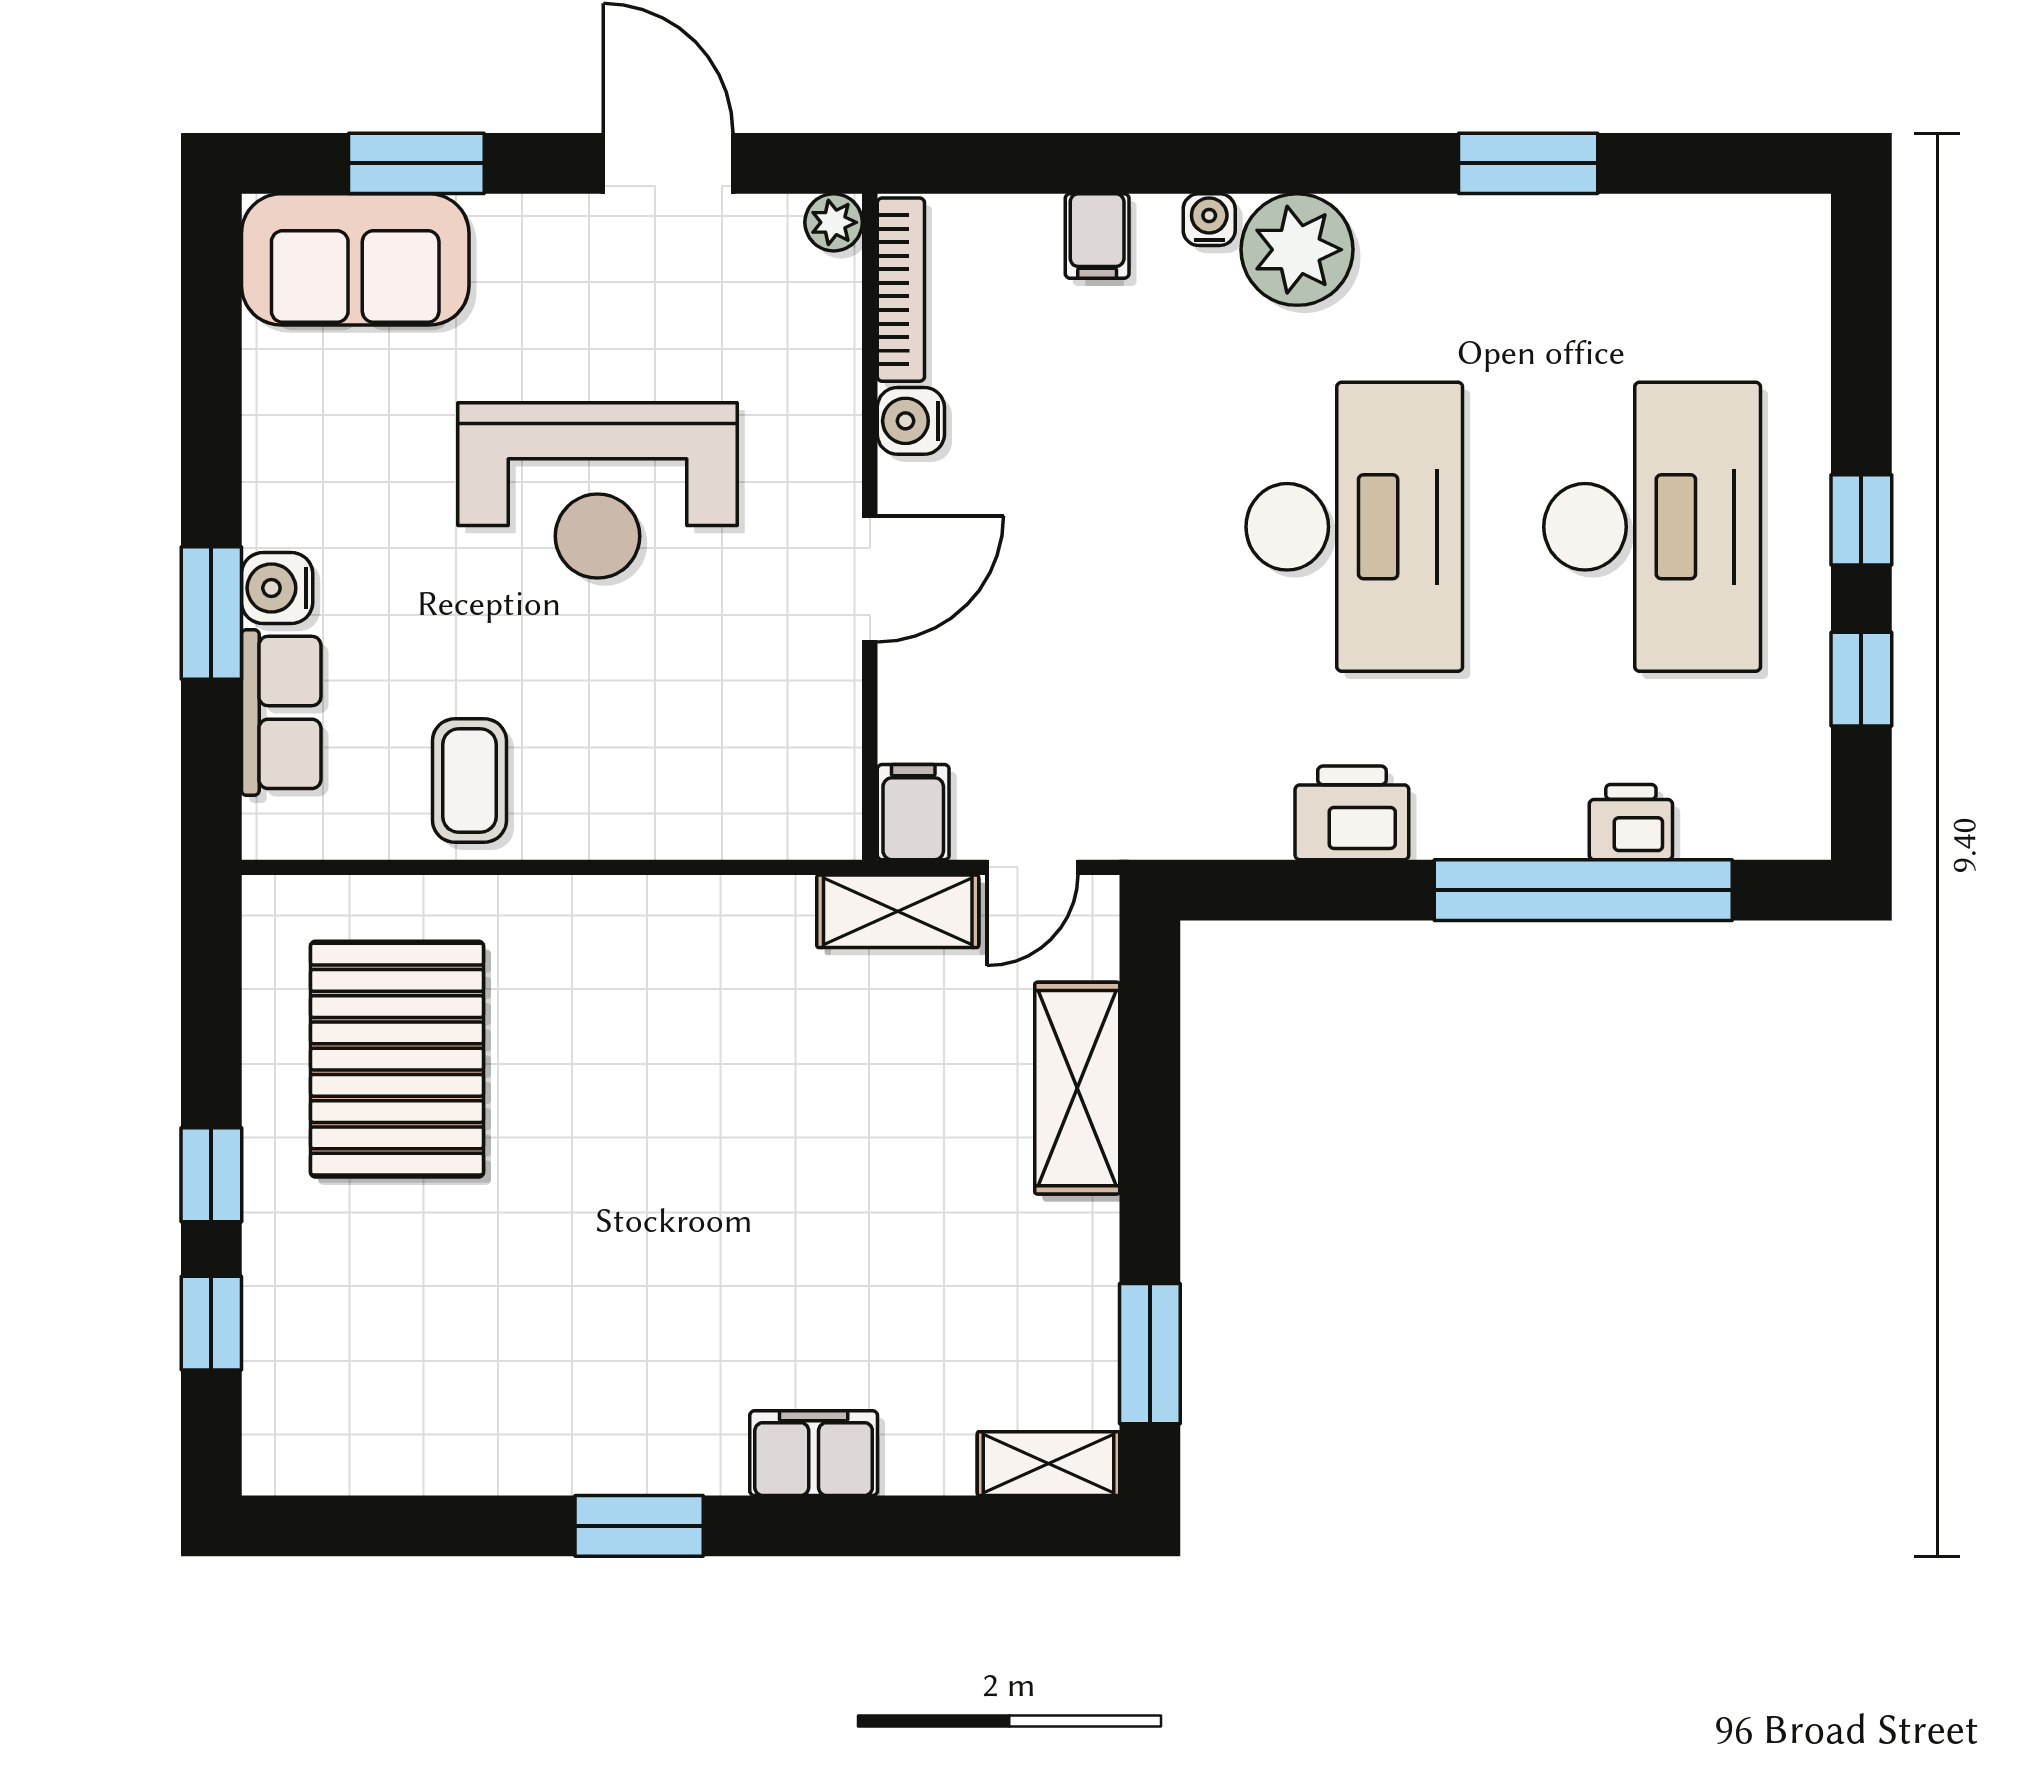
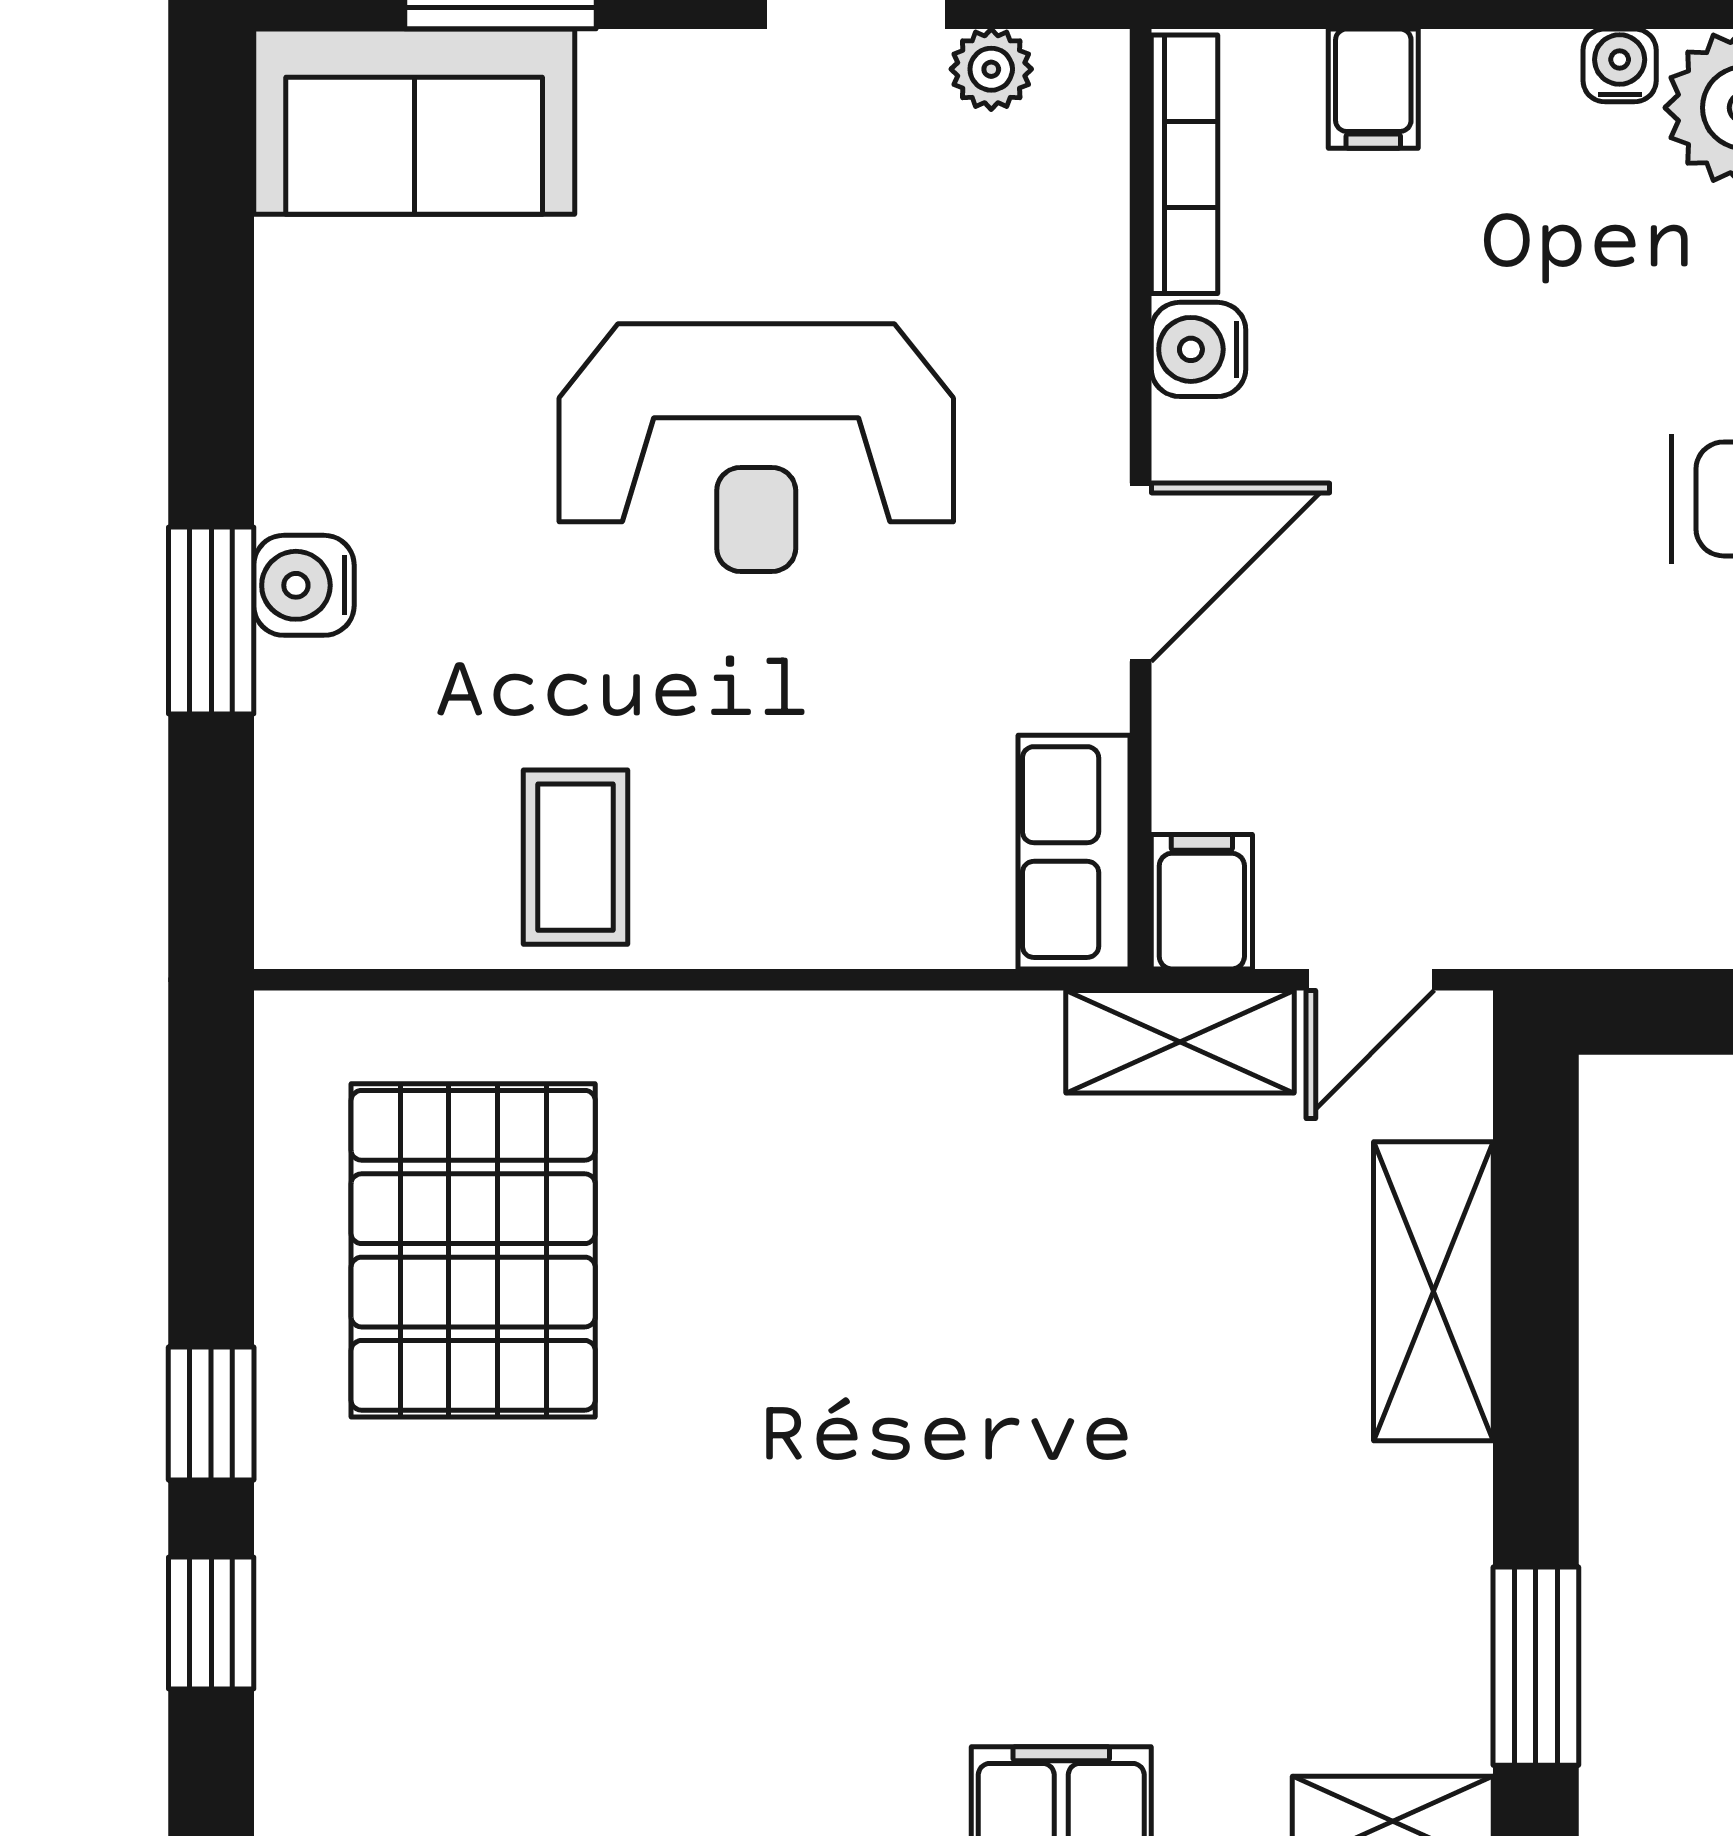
plant: (834, 222) -> (991, 69), moved
filing cabinet: (1097, 236) -> (1373, 89), moved
row of seats: (281, 712) -> (1074, 852), moved, turned 180

